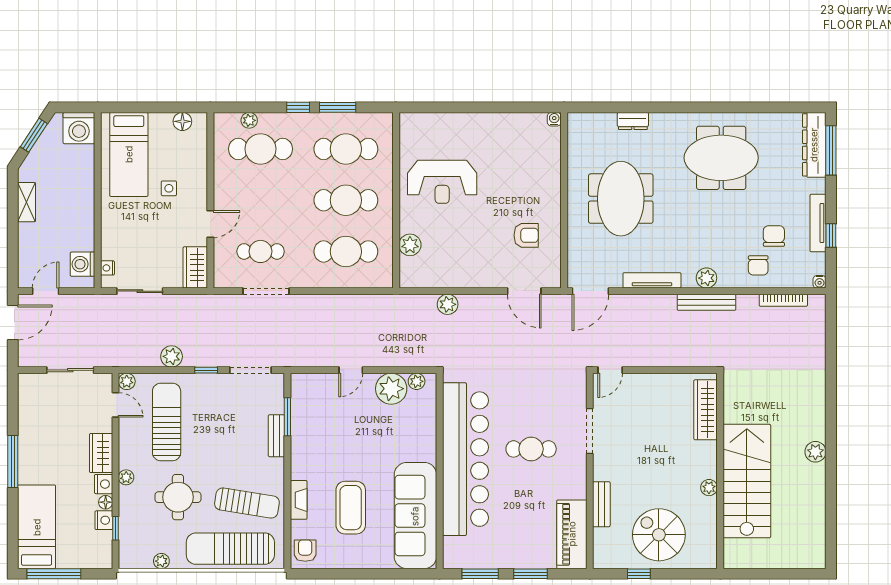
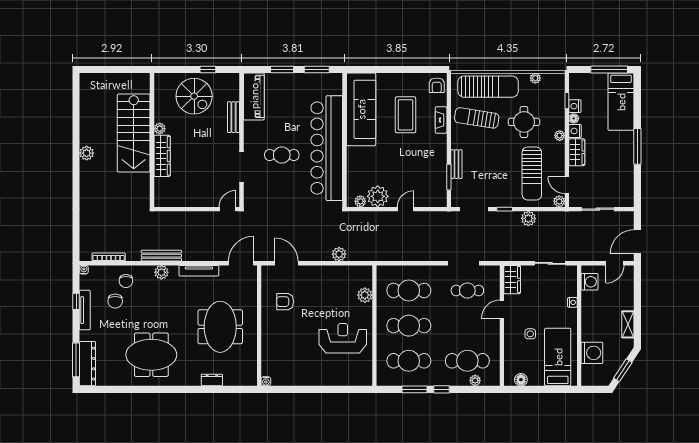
washing machine: (79, 128) -> (592, 353), moved, turned 90
chair: (758, 265) -> (126, 281), turned 180
nightstand: (107, 268) -> (572, 302), moved
wardrobe: (706, 410) -> (162, 156), moved

